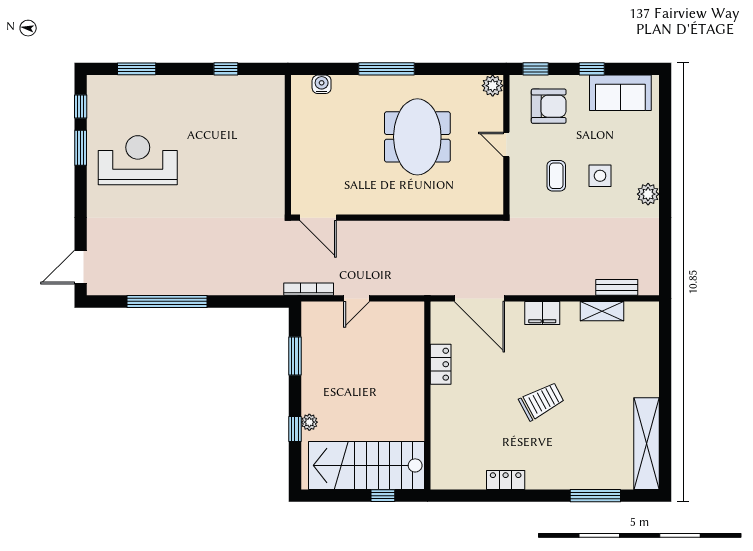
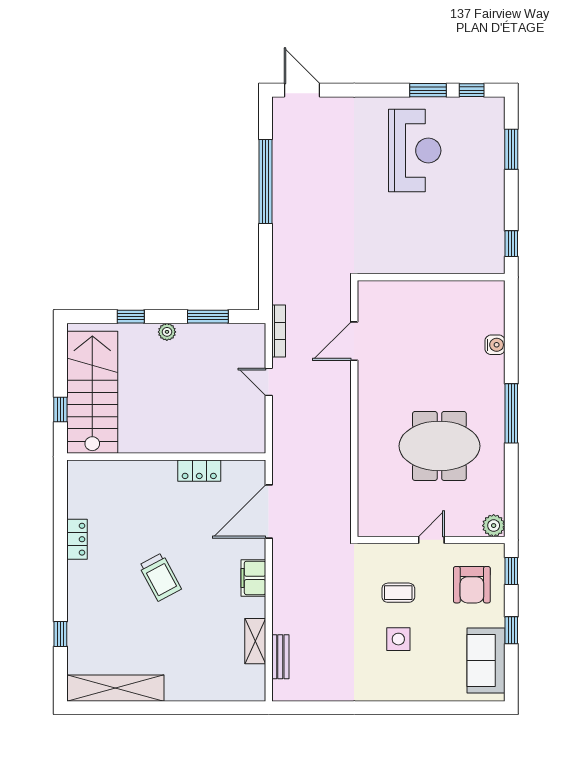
wall: (288, 145) -> (431, 277), moved
plant: (648, 194) -> (379, 690), removed
plant: (309, 422) -> (167, 332), moved
window: (595, 496) -> (60, 634), width x0.46

